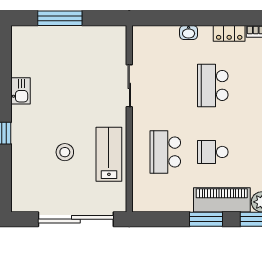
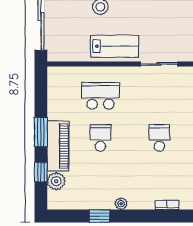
school desk: (213, 85) -> (159, 138), width x0.54
lab bench: (109, 154) -> (115, 46), moved

